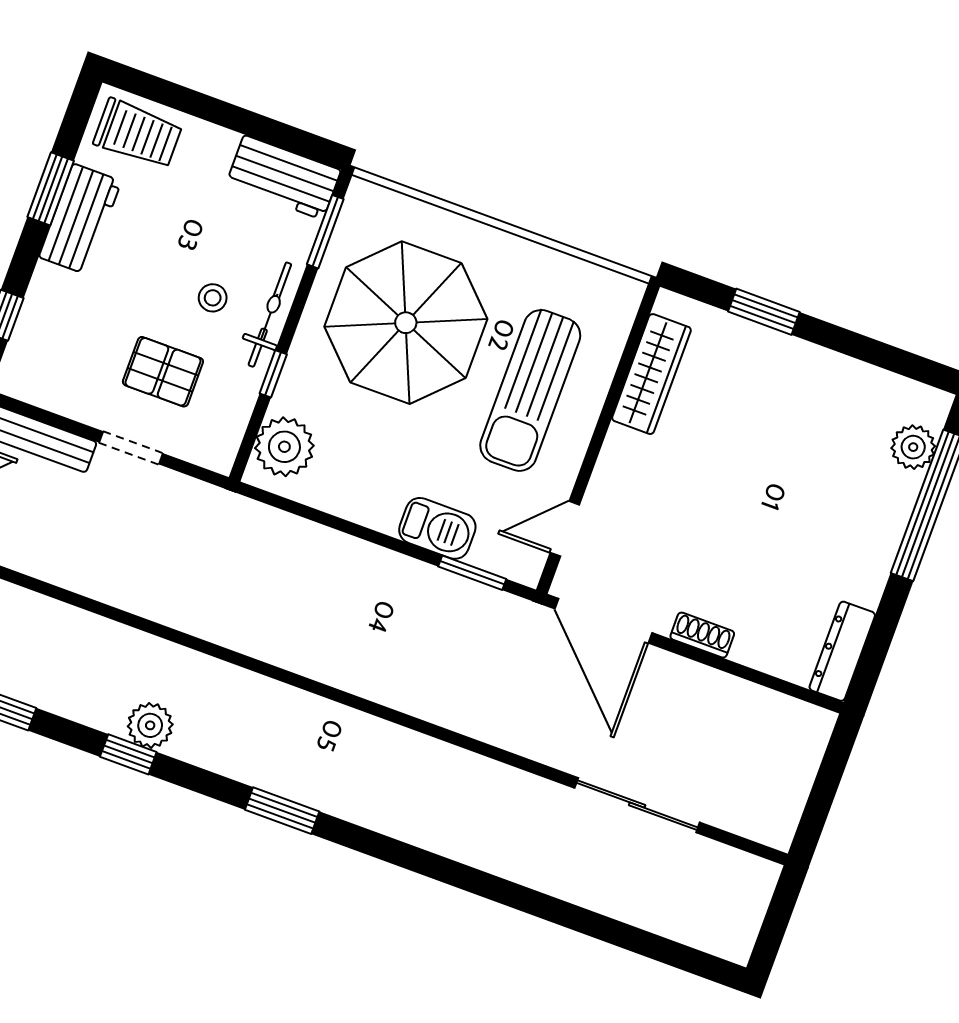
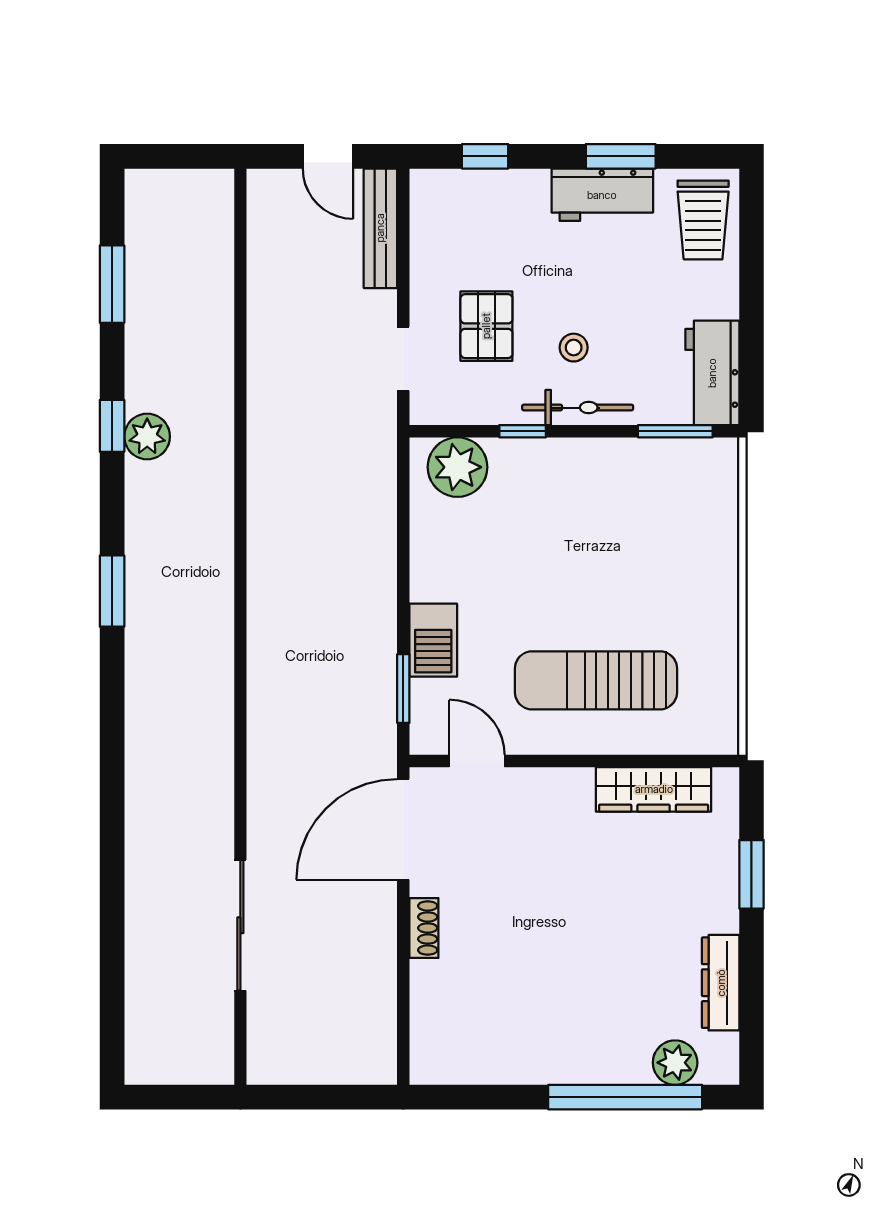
parasol: (406, 323) -> (617, 539), removed
doorway: (131, 448) -> (403, 359), moved
dresser: (842, 651) -> (721, 983), moved, turned -90

